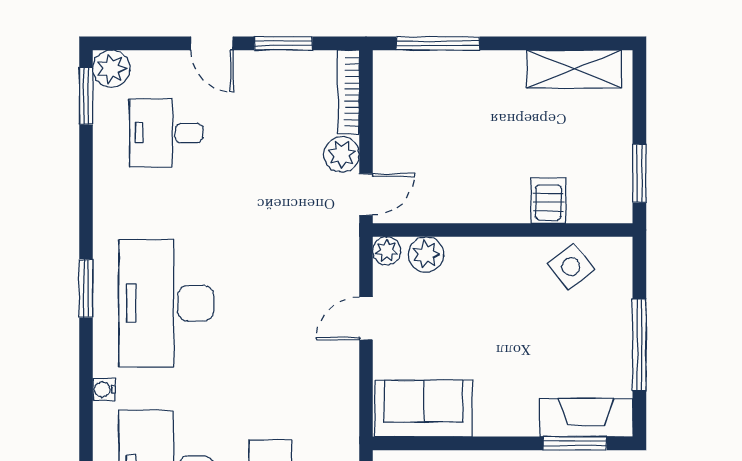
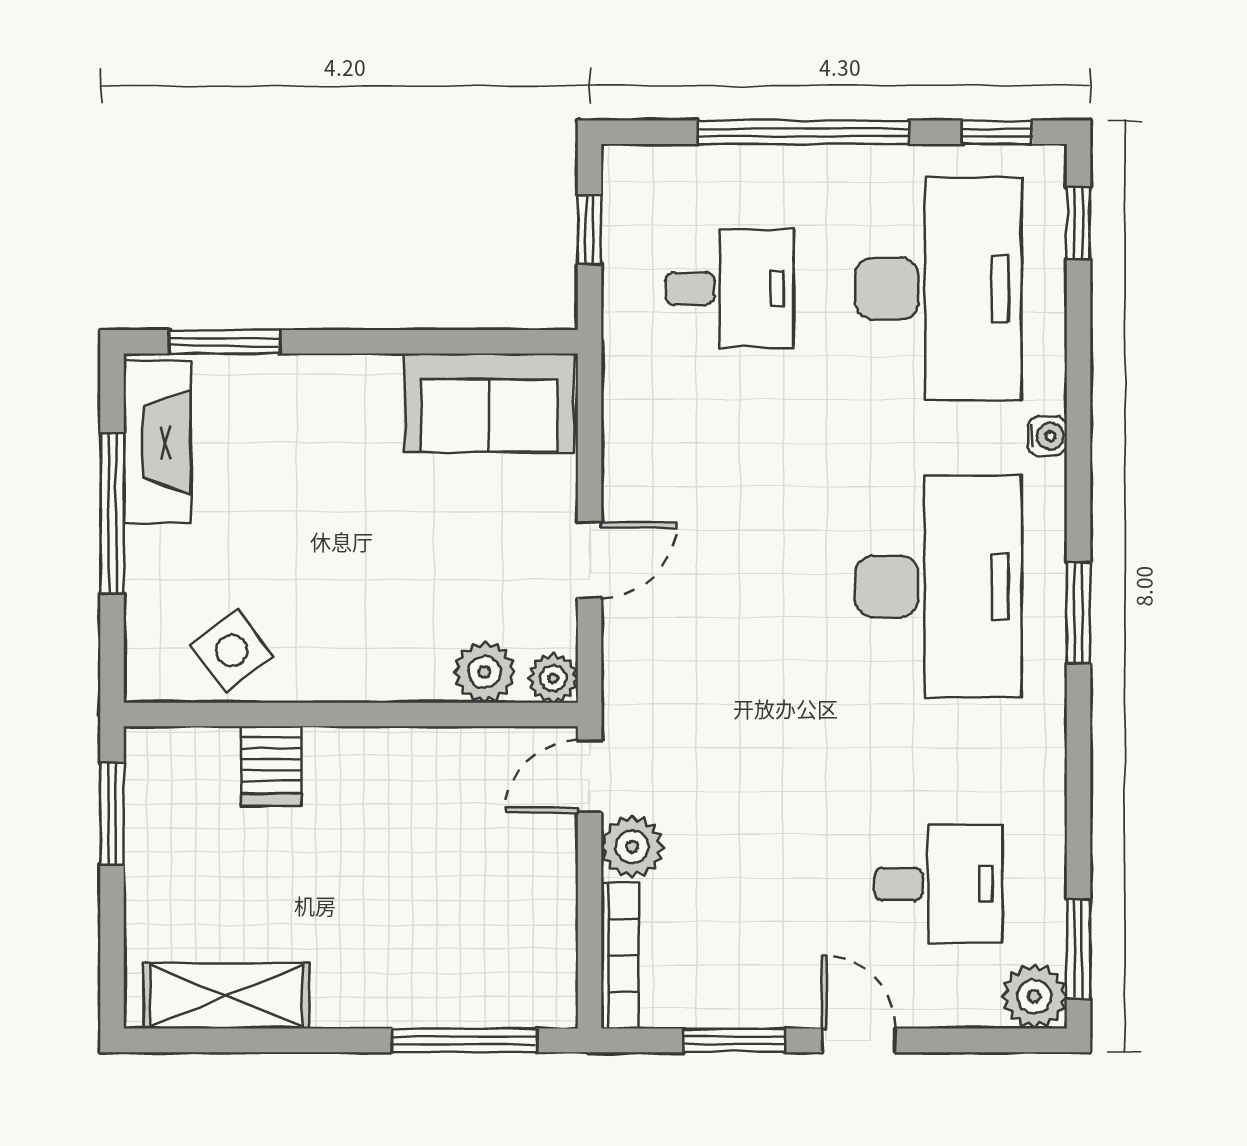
fireplace: (586, 418) -> (157, 442), moved, turned -90

